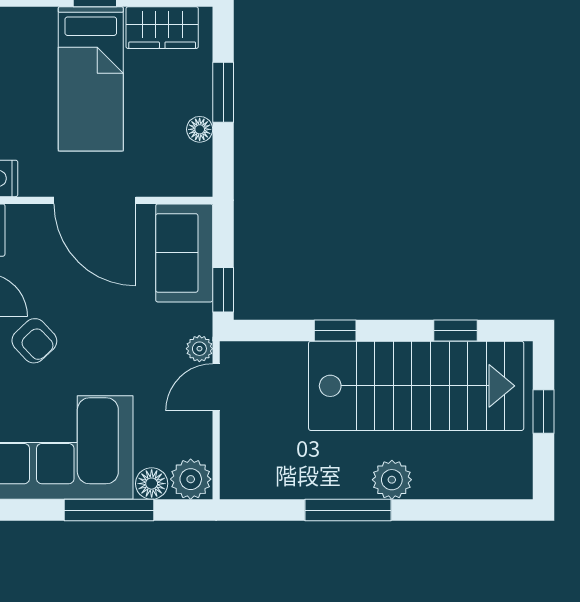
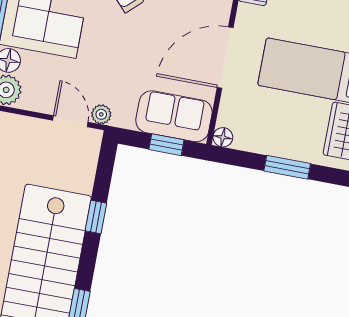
floor lamp: (200, 129) -> (223, 137), moved
window: (223, 290) -> (166, 145), moved

